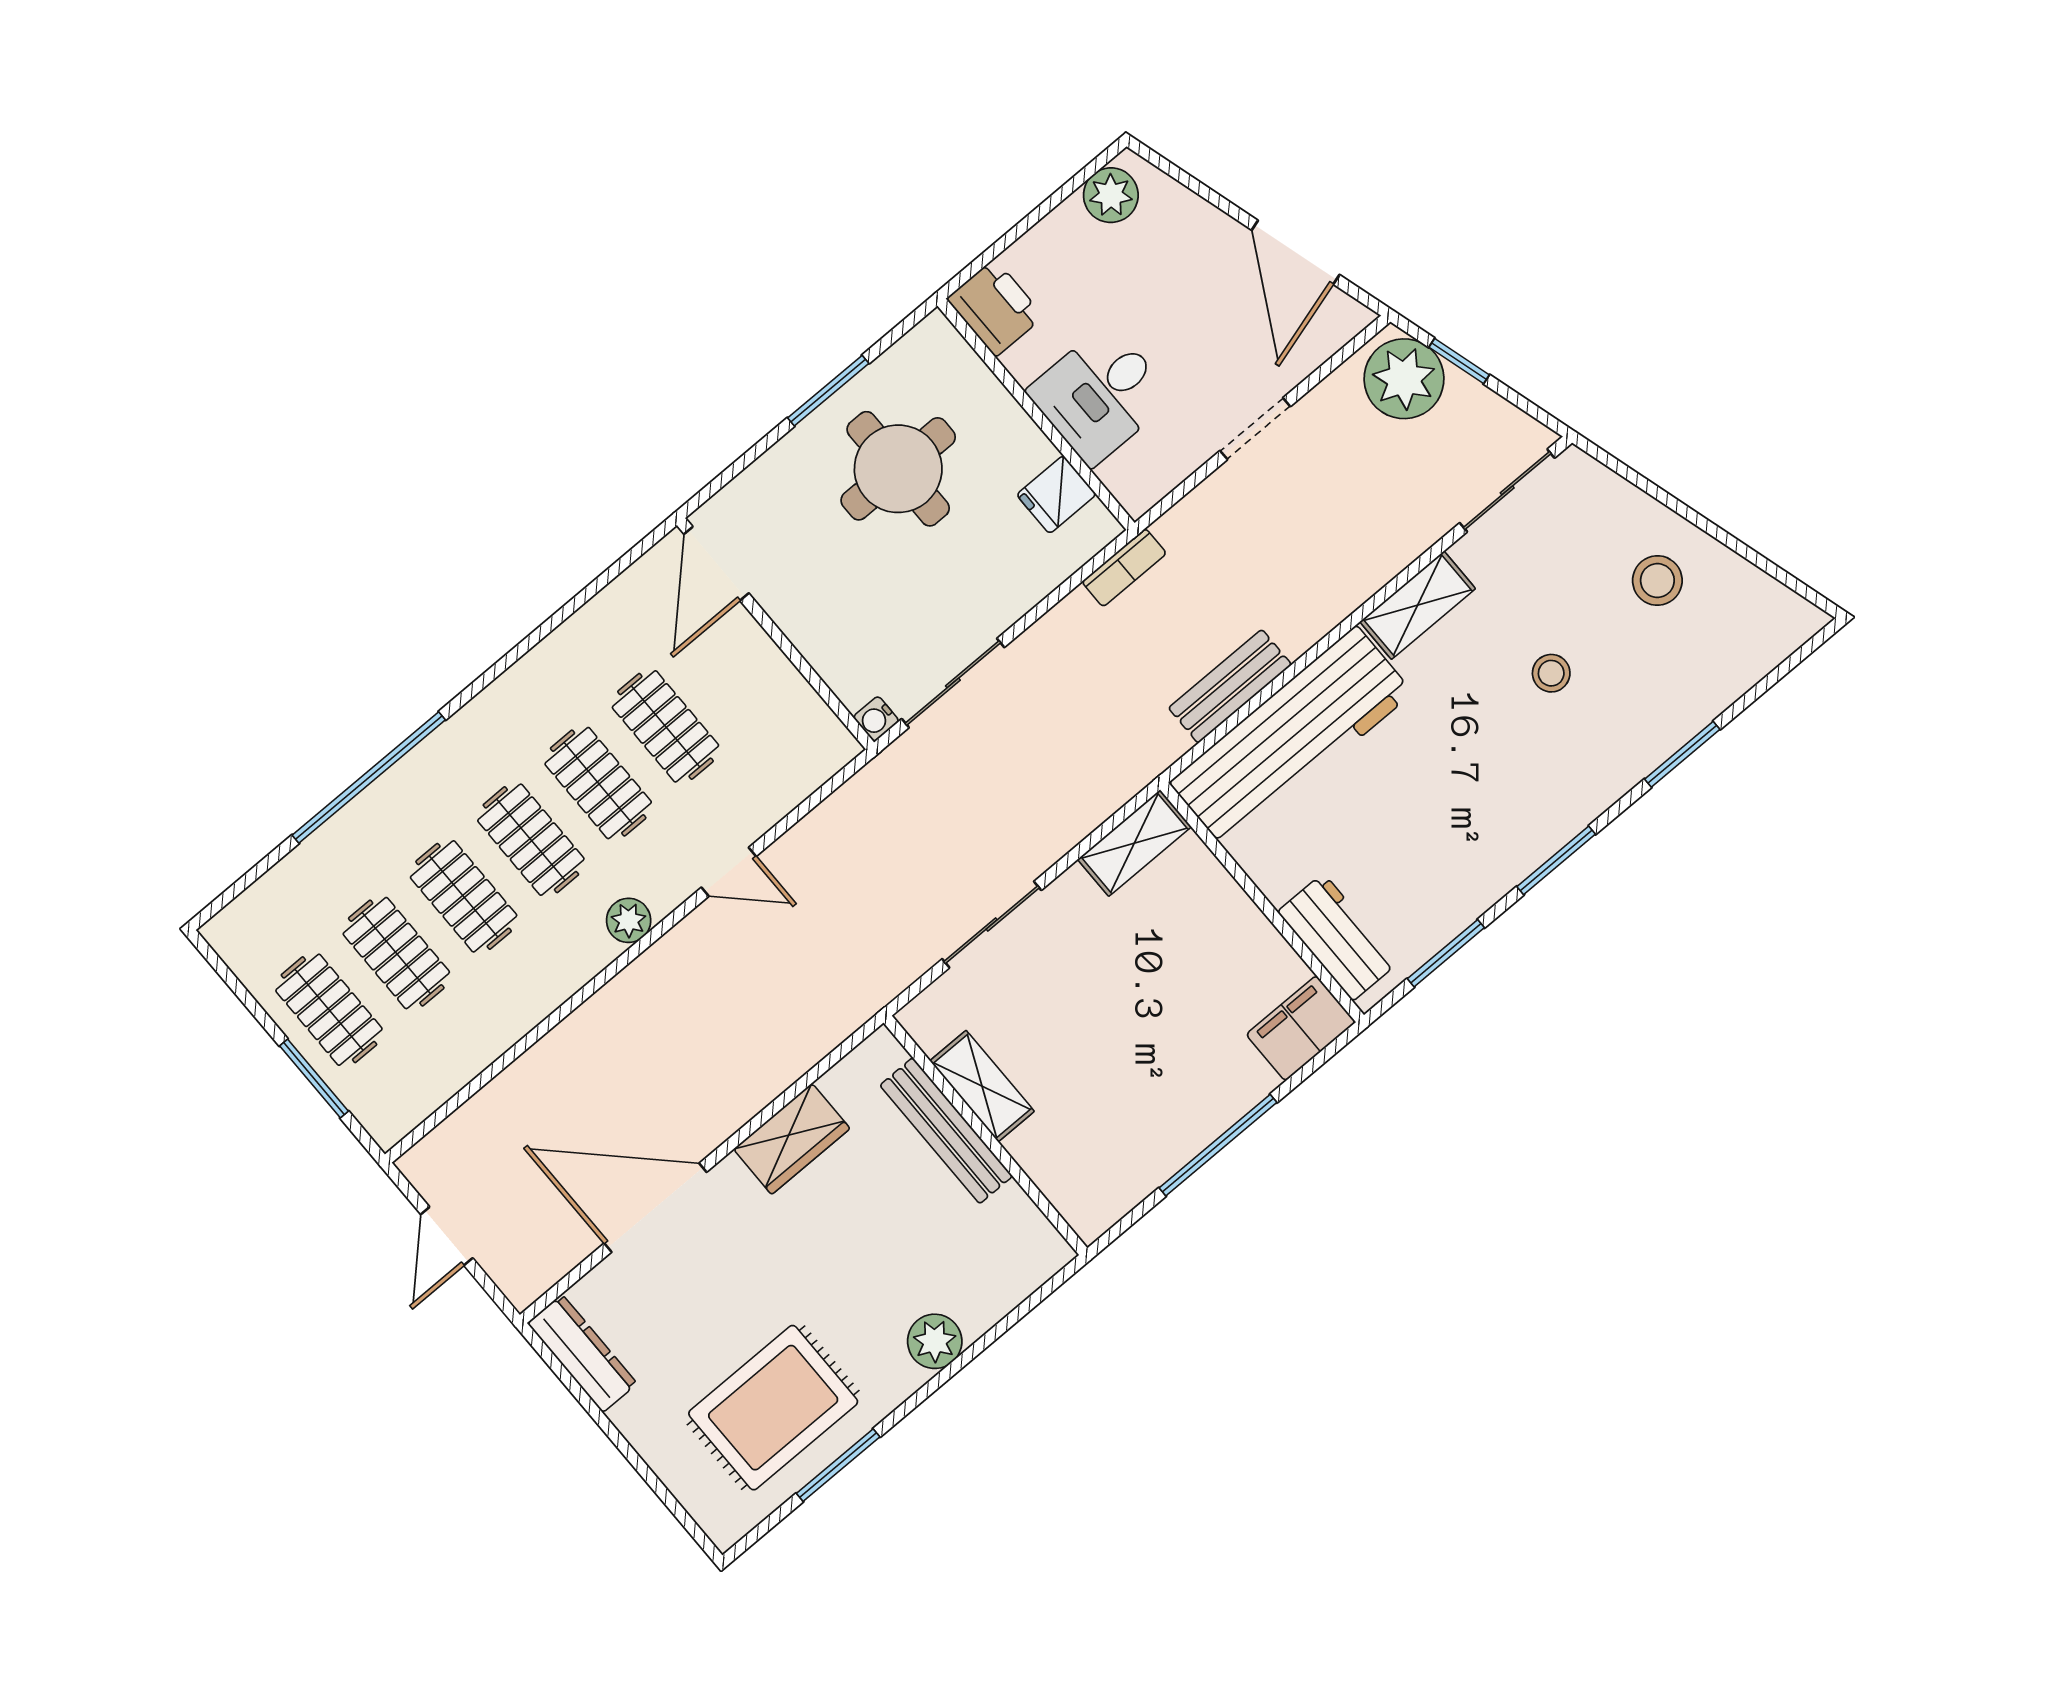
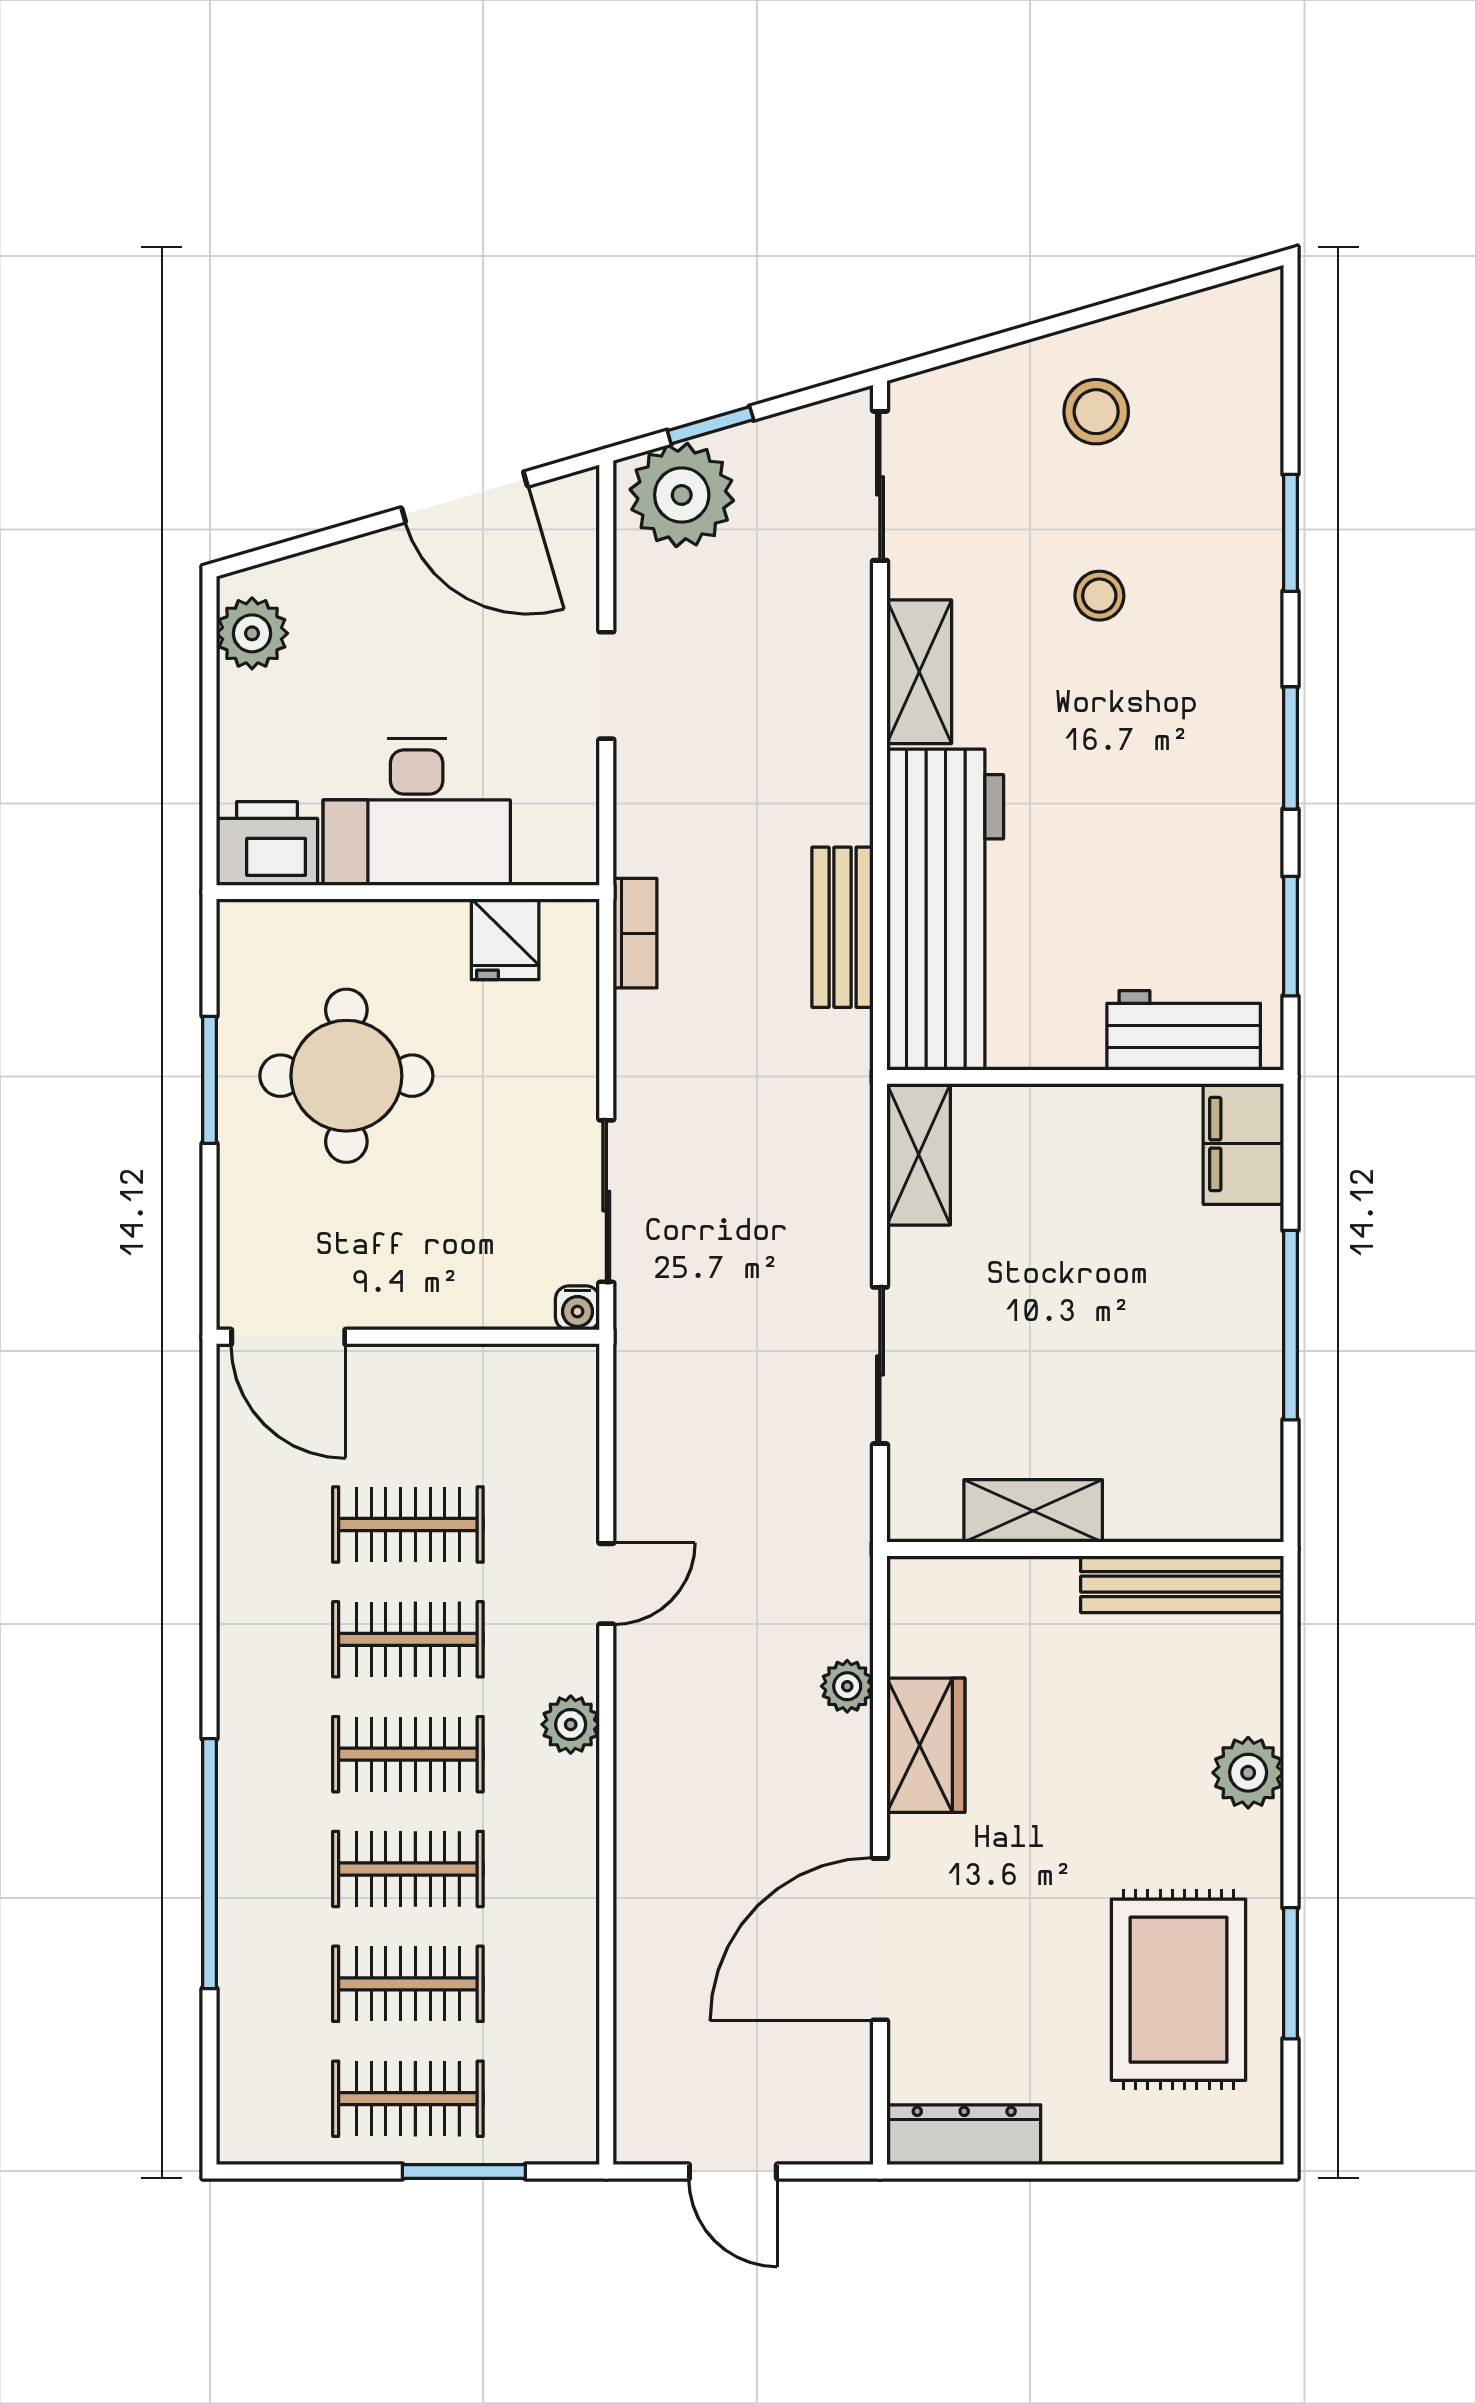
desk: (1100, 395) -> (417, 812), width x1.37
plant: (787, 1064) -> (847, 1686), added
bench: (946, 1131) -> (1182, 1584), moved

